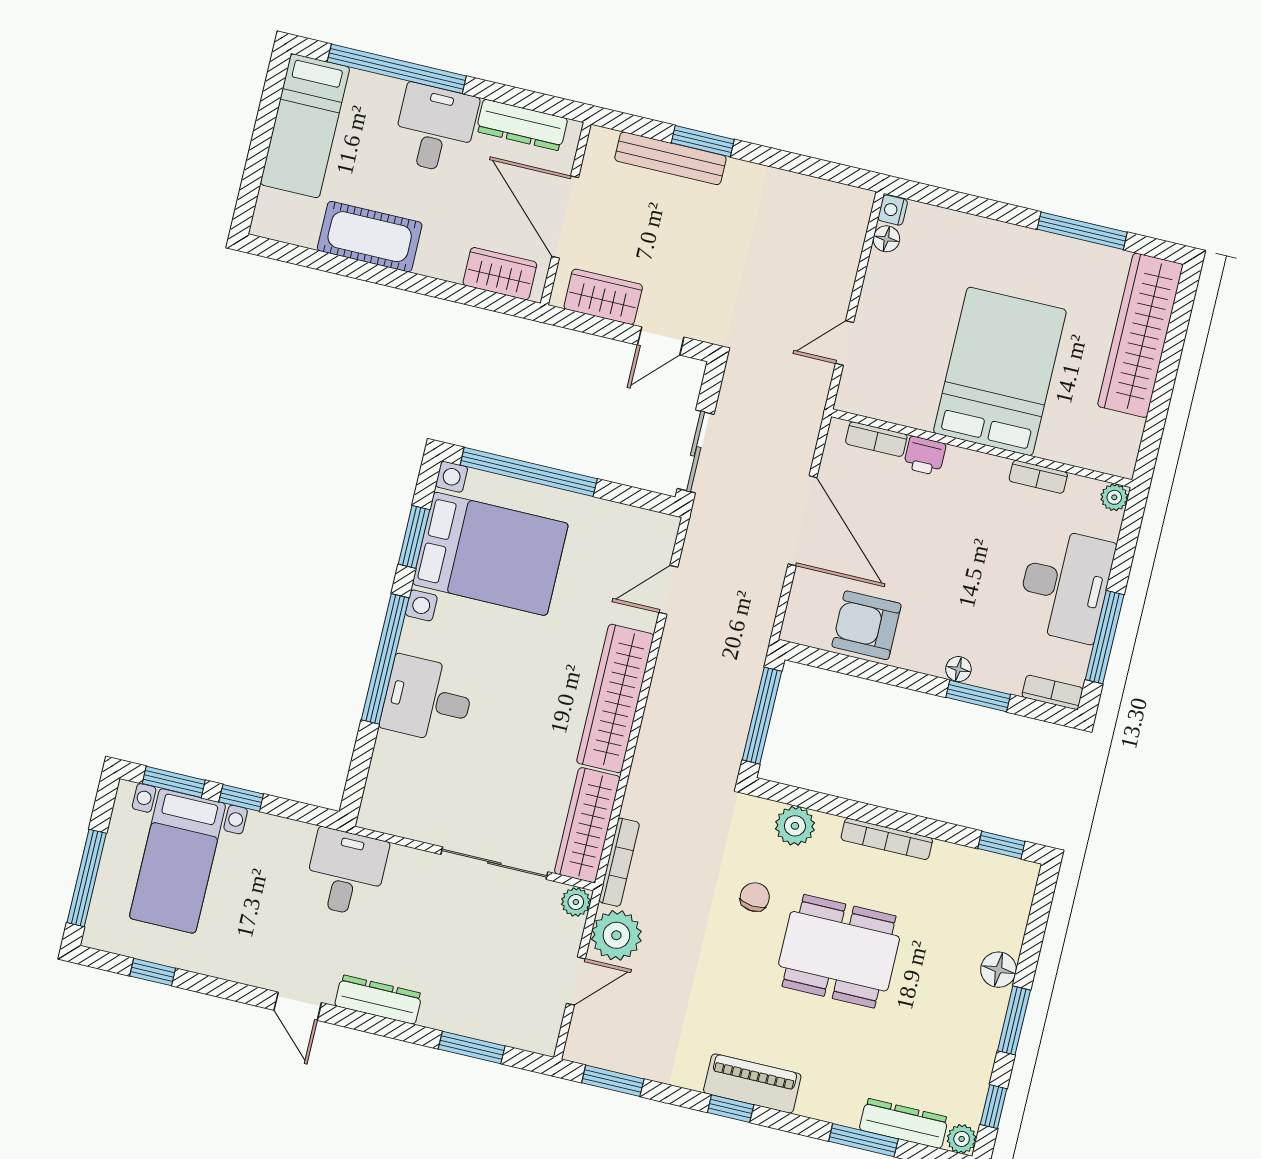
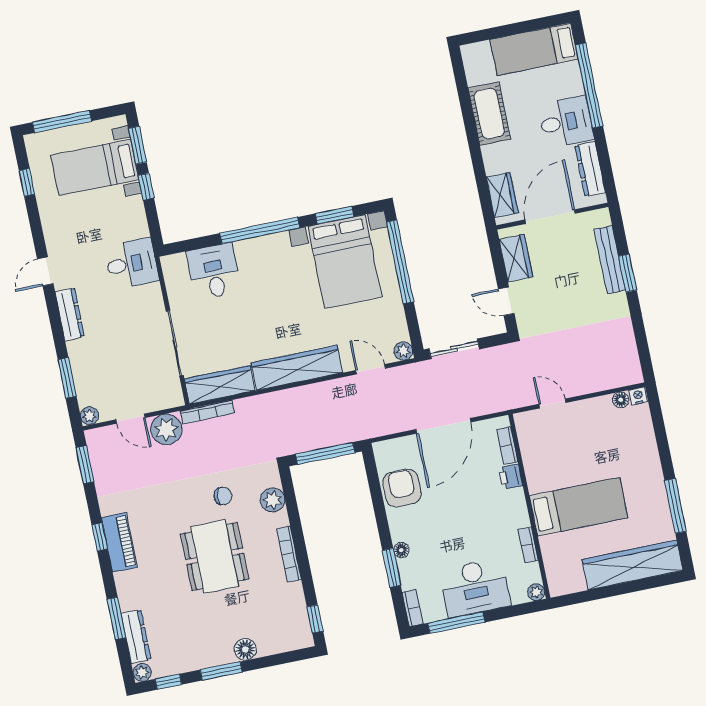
bed: (1000, 371) -> (579, 507), width x0.67
plant: (664, 528) -> (403, 351), added
desk: (428, 699) -> (214, 271), moved
plant: (576, 902) -> (90, 416), moved

